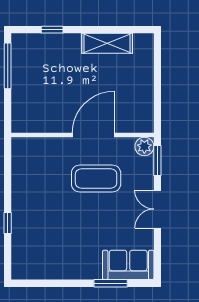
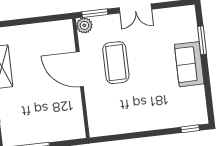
window: (8, 223) -> (190, 129), moved
sofa: (128, 265) -> (189, 64), moved

